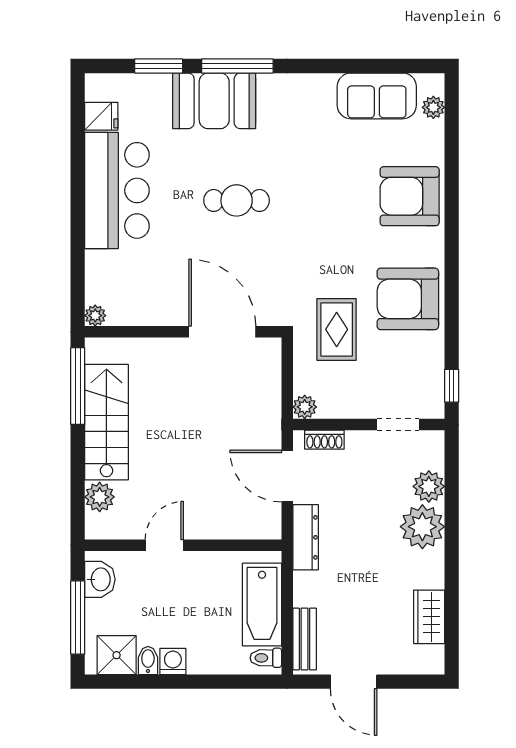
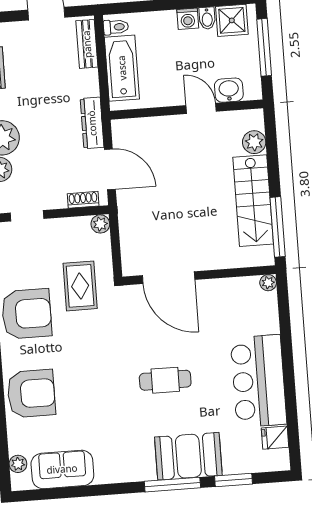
door: (164, 545) -> (201, 108), swing flipped
washbasin: (100, 579) -> (229, 90), moved, turned 90

